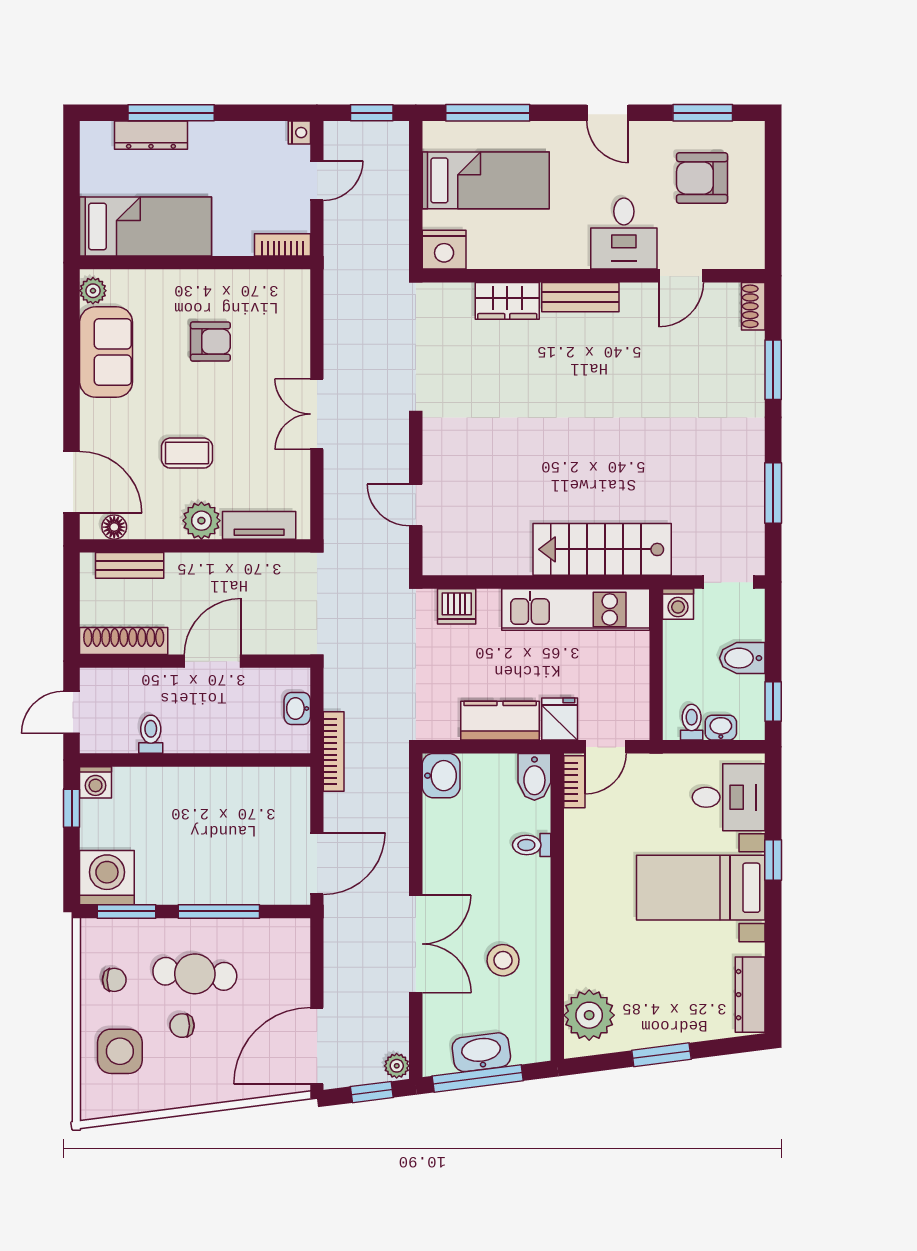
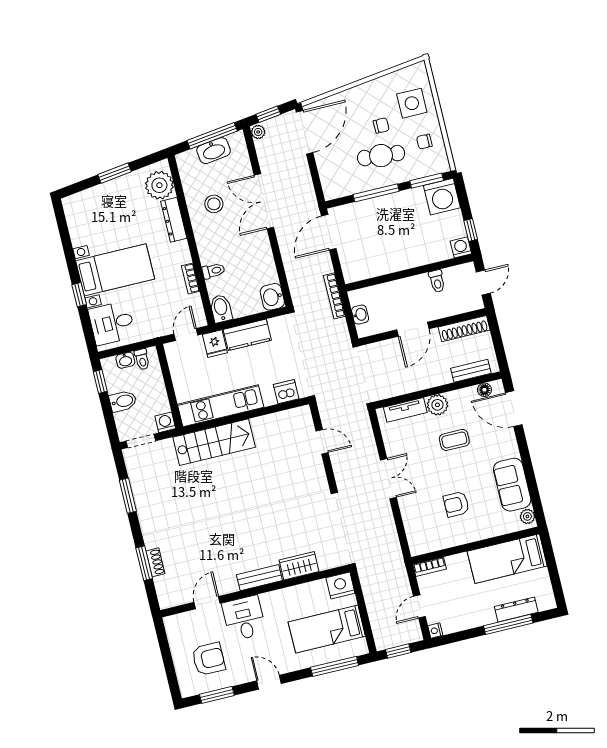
shoe rack: (753, 306) -> (155, 562), moved
bookcase: (574, 782) -> (191, 279), moved
dresser: (750, 995) -> (174, 220), moved, turned 180

